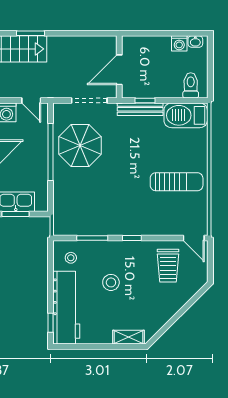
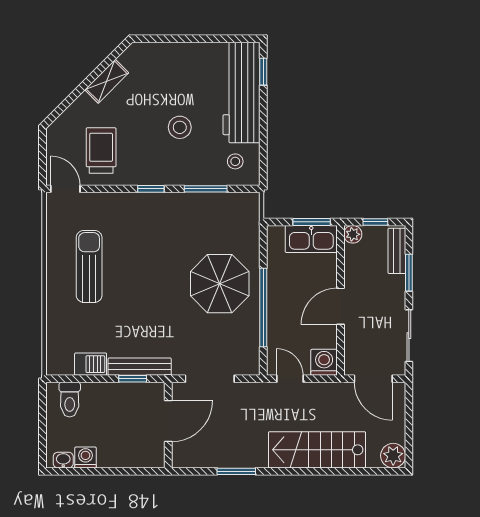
window: (31, 33) -> (236, 471), moved
barbecue: (186, 115) -> (91, 364), width x0.53, depth x0.65
parasol: (80, 146) -> (220, 284), moved
sun lounger: (177, 182) -> (89, 266), turned 90
shelving: (128, 337) -> (107, 81), moved, turned -45

